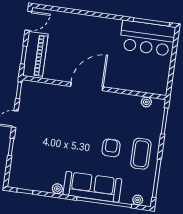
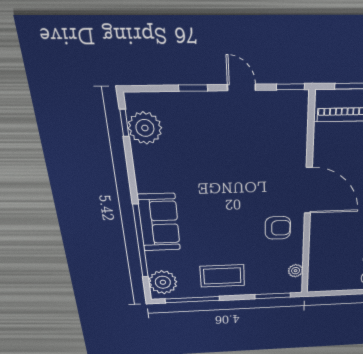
armchair: (111, 148) -> (278, 228), moved
sofa: (92, 187) -> (159, 223), width x0.73
plant: (57, 189) -> (145, 128), moved, width x1.88, depth x1.88
plant: (138, 200) -> (163, 282), width x1.87, depth x1.87

